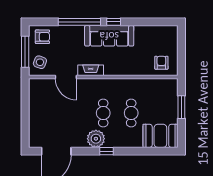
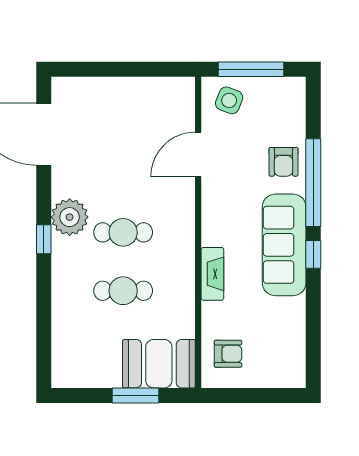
armchair: (42, 37) -> (283, 162), moved
fireplace: (91, 70) -> (212, 274), moved
booth: (160, 136) -> (159, 364), moved, turned 90

